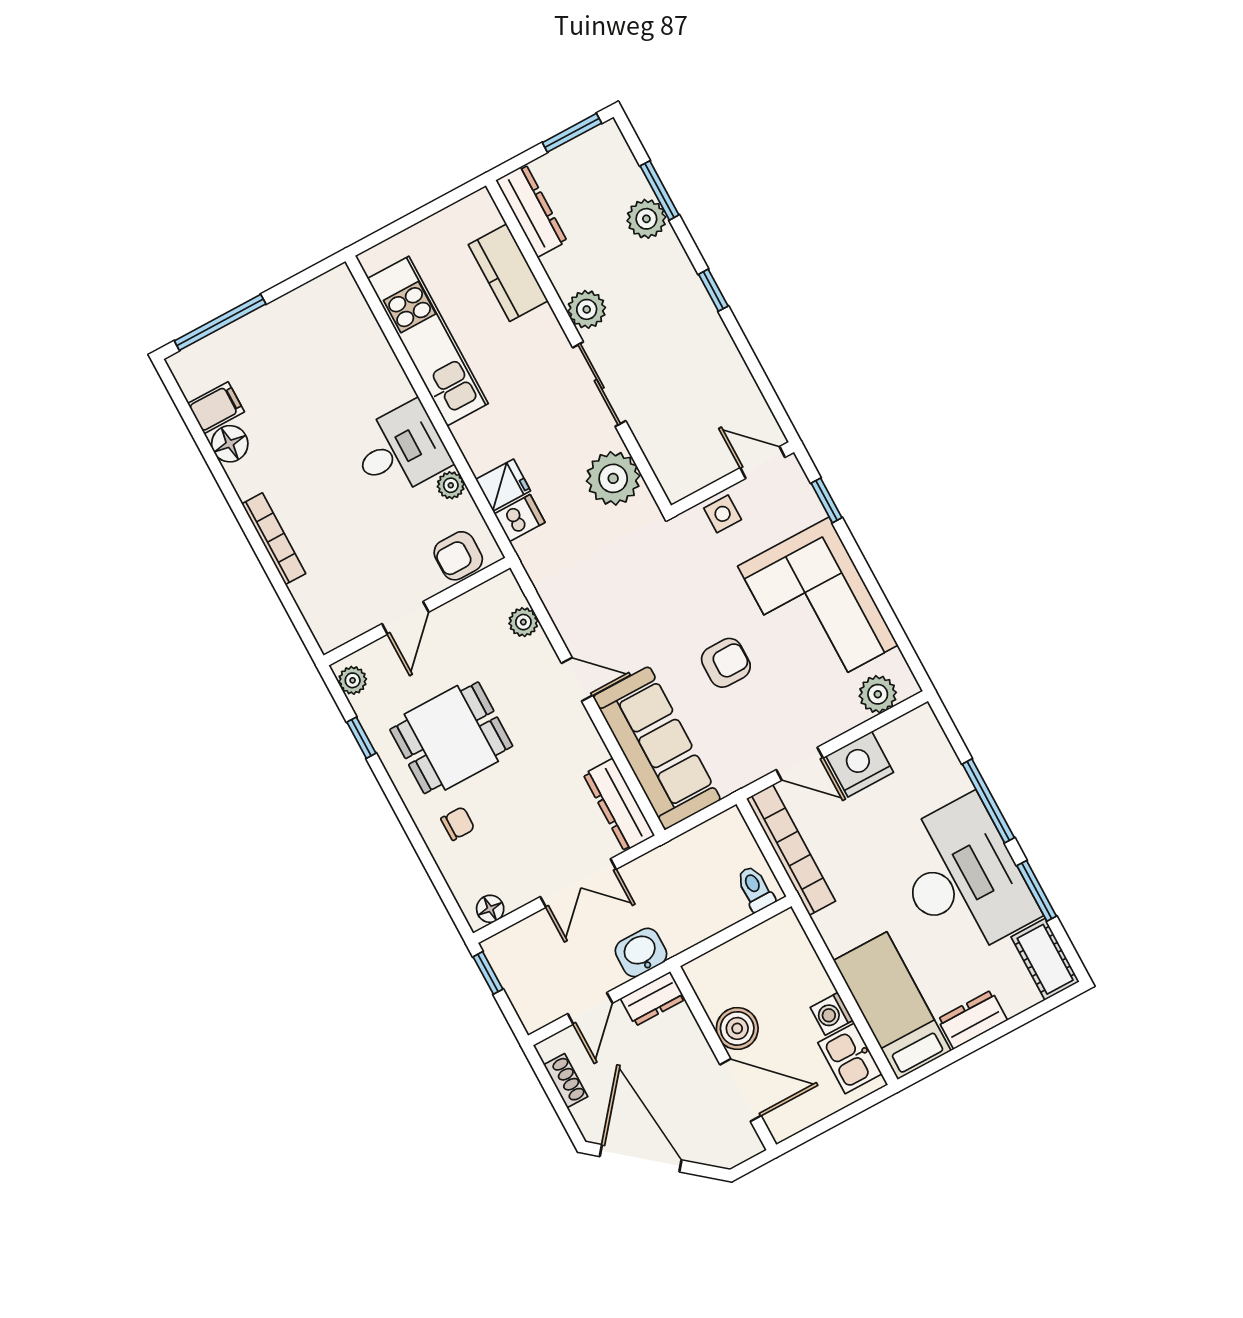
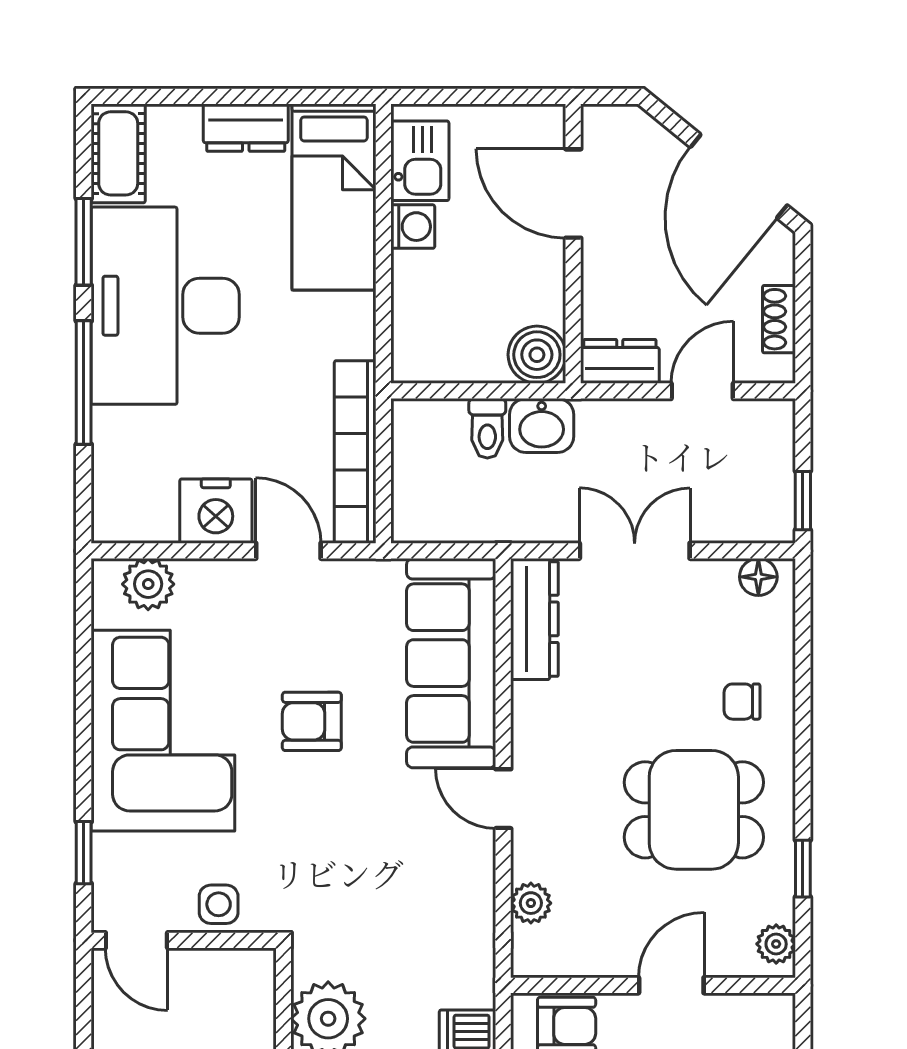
toilet: (755, 889) -> (487, 428), moved
washbasin: (641, 952) -> (542, 426), moved
boiler: (737, 1028) -> (537, 355), moved

